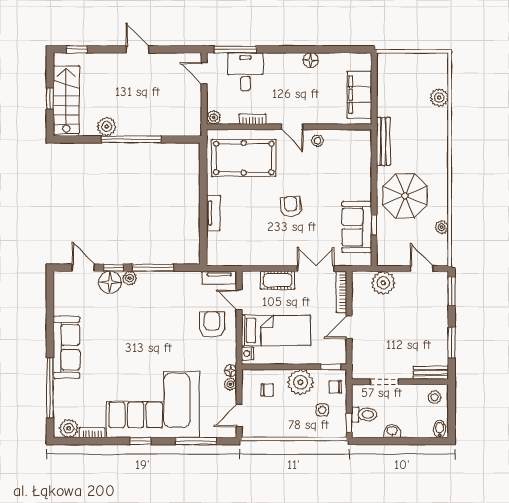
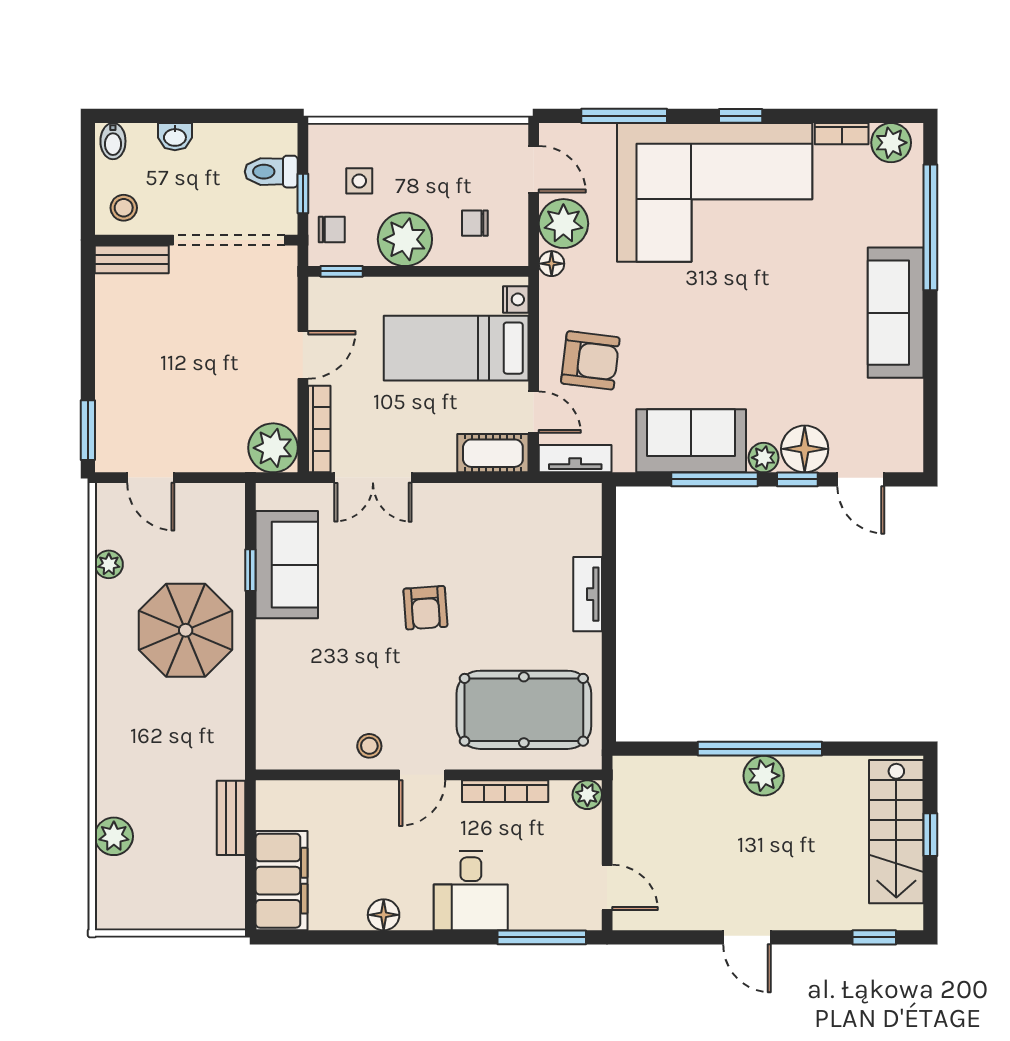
desk: (245, 72) -> (471, 891), moved
filing cabinet: (359, 95) -> (282, 881), moved
bookcase: (253, 119) -> (505, 791), width x1.56
plant: (107, 127) -> (764, 776), moved
door: (292, 127) -> (422, 775), swing flipped
bench: (383, 141) -> (231, 818), moved, width x0.73
cot: (278, 280) -> (493, 453), moved
plant: (383, 283) -> (273, 448), moved
sofa: (164, 286) -> (691, 441), added
armchair: (212, 325) -> (590, 360), turned -83
window: (452, 342) -> (88, 323), removed
doorway: (384, 382) -> (229, 240), width x1.87
plant: (230, 384) -> (563, 224), width x1.88, depth x1.88
door: (239, 416) -> (534, 169), hinge flipped
window: (349, 423) -> (303, 194), moved
washbasin: (392, 431) -> (175, 137), moved

